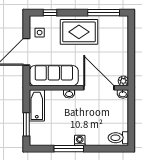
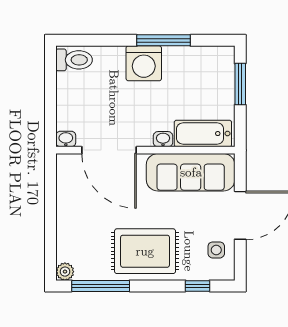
plant: (123, 81) -> (65, 272), moved
bathtub: (37, 105) -> (203, 134), moved, turned 90
washing machine: (80, 140) -> (144, 63), width x1.89, depth x1.89

